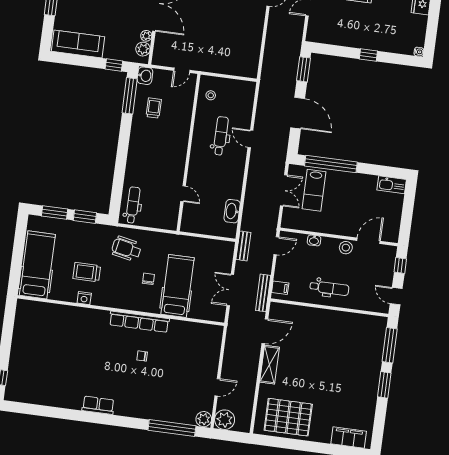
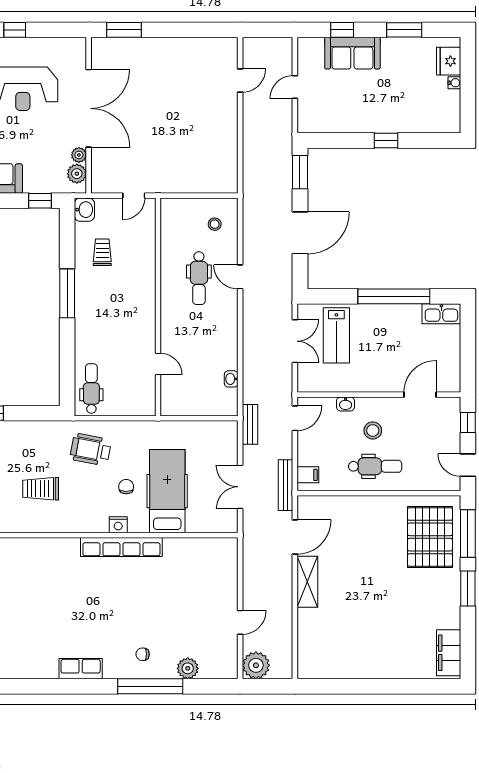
water cooler: (419, 52) -> (454, 83), moved
stool: (211, 95) -> (215, 224), moved
window: (130, 96) -> (67, 293), moved
door: (298, 113) -> (300, 233), hinge flipped
dental chair: (221, 136) -> (199, 278), turned 180
window: (331, 164) -> (394, 296), moved
washbasin: (232, 211) -> (231, 379), width x0.52, depth x0.69
window: (85, 217) -> (28, 413), removed
stool: (346, 248) -> (373, 430), moved
nightstand: (84, 298) -> (118, 525), moved
chair: (142, 356) -> (143, 654), moved
pallet: (288, 417) -> (430, 537), moved, turned 90
plant: (204, 419) -> (188, 668), moved
window: (172, 428) -> (150, 686), moved
filing cabinet: (349, 437) -> (449, 653), moved, turned -90

